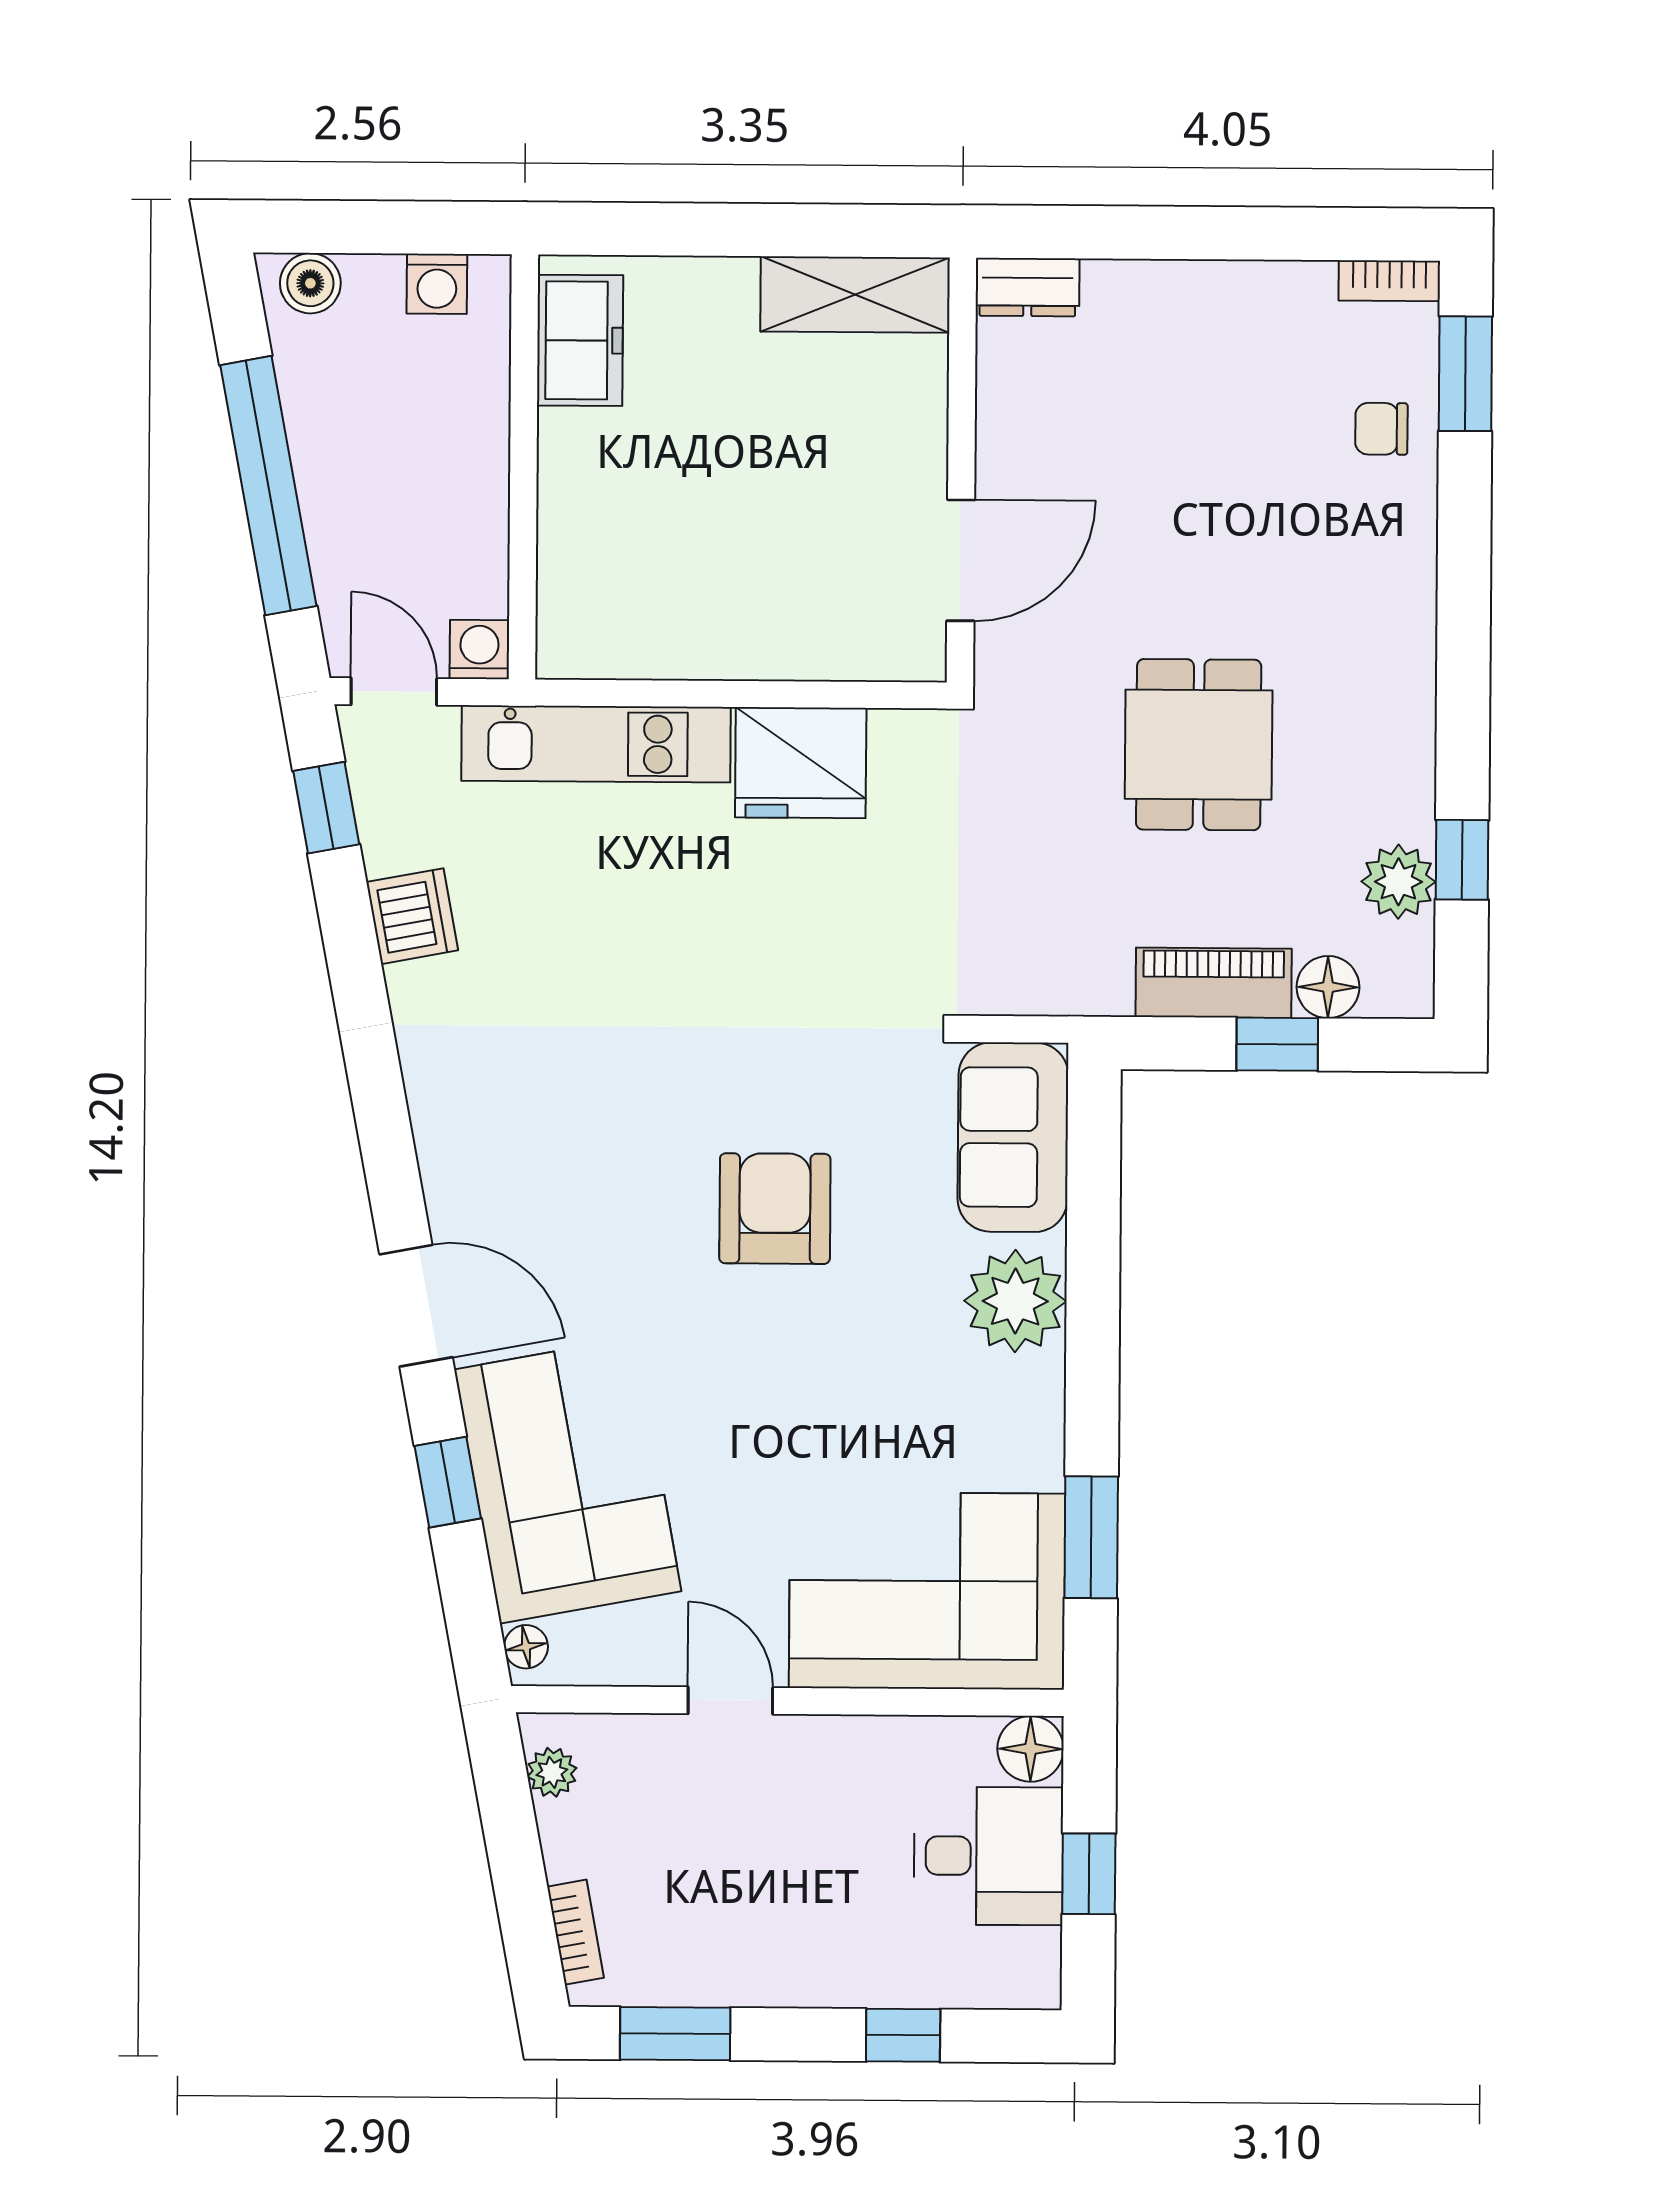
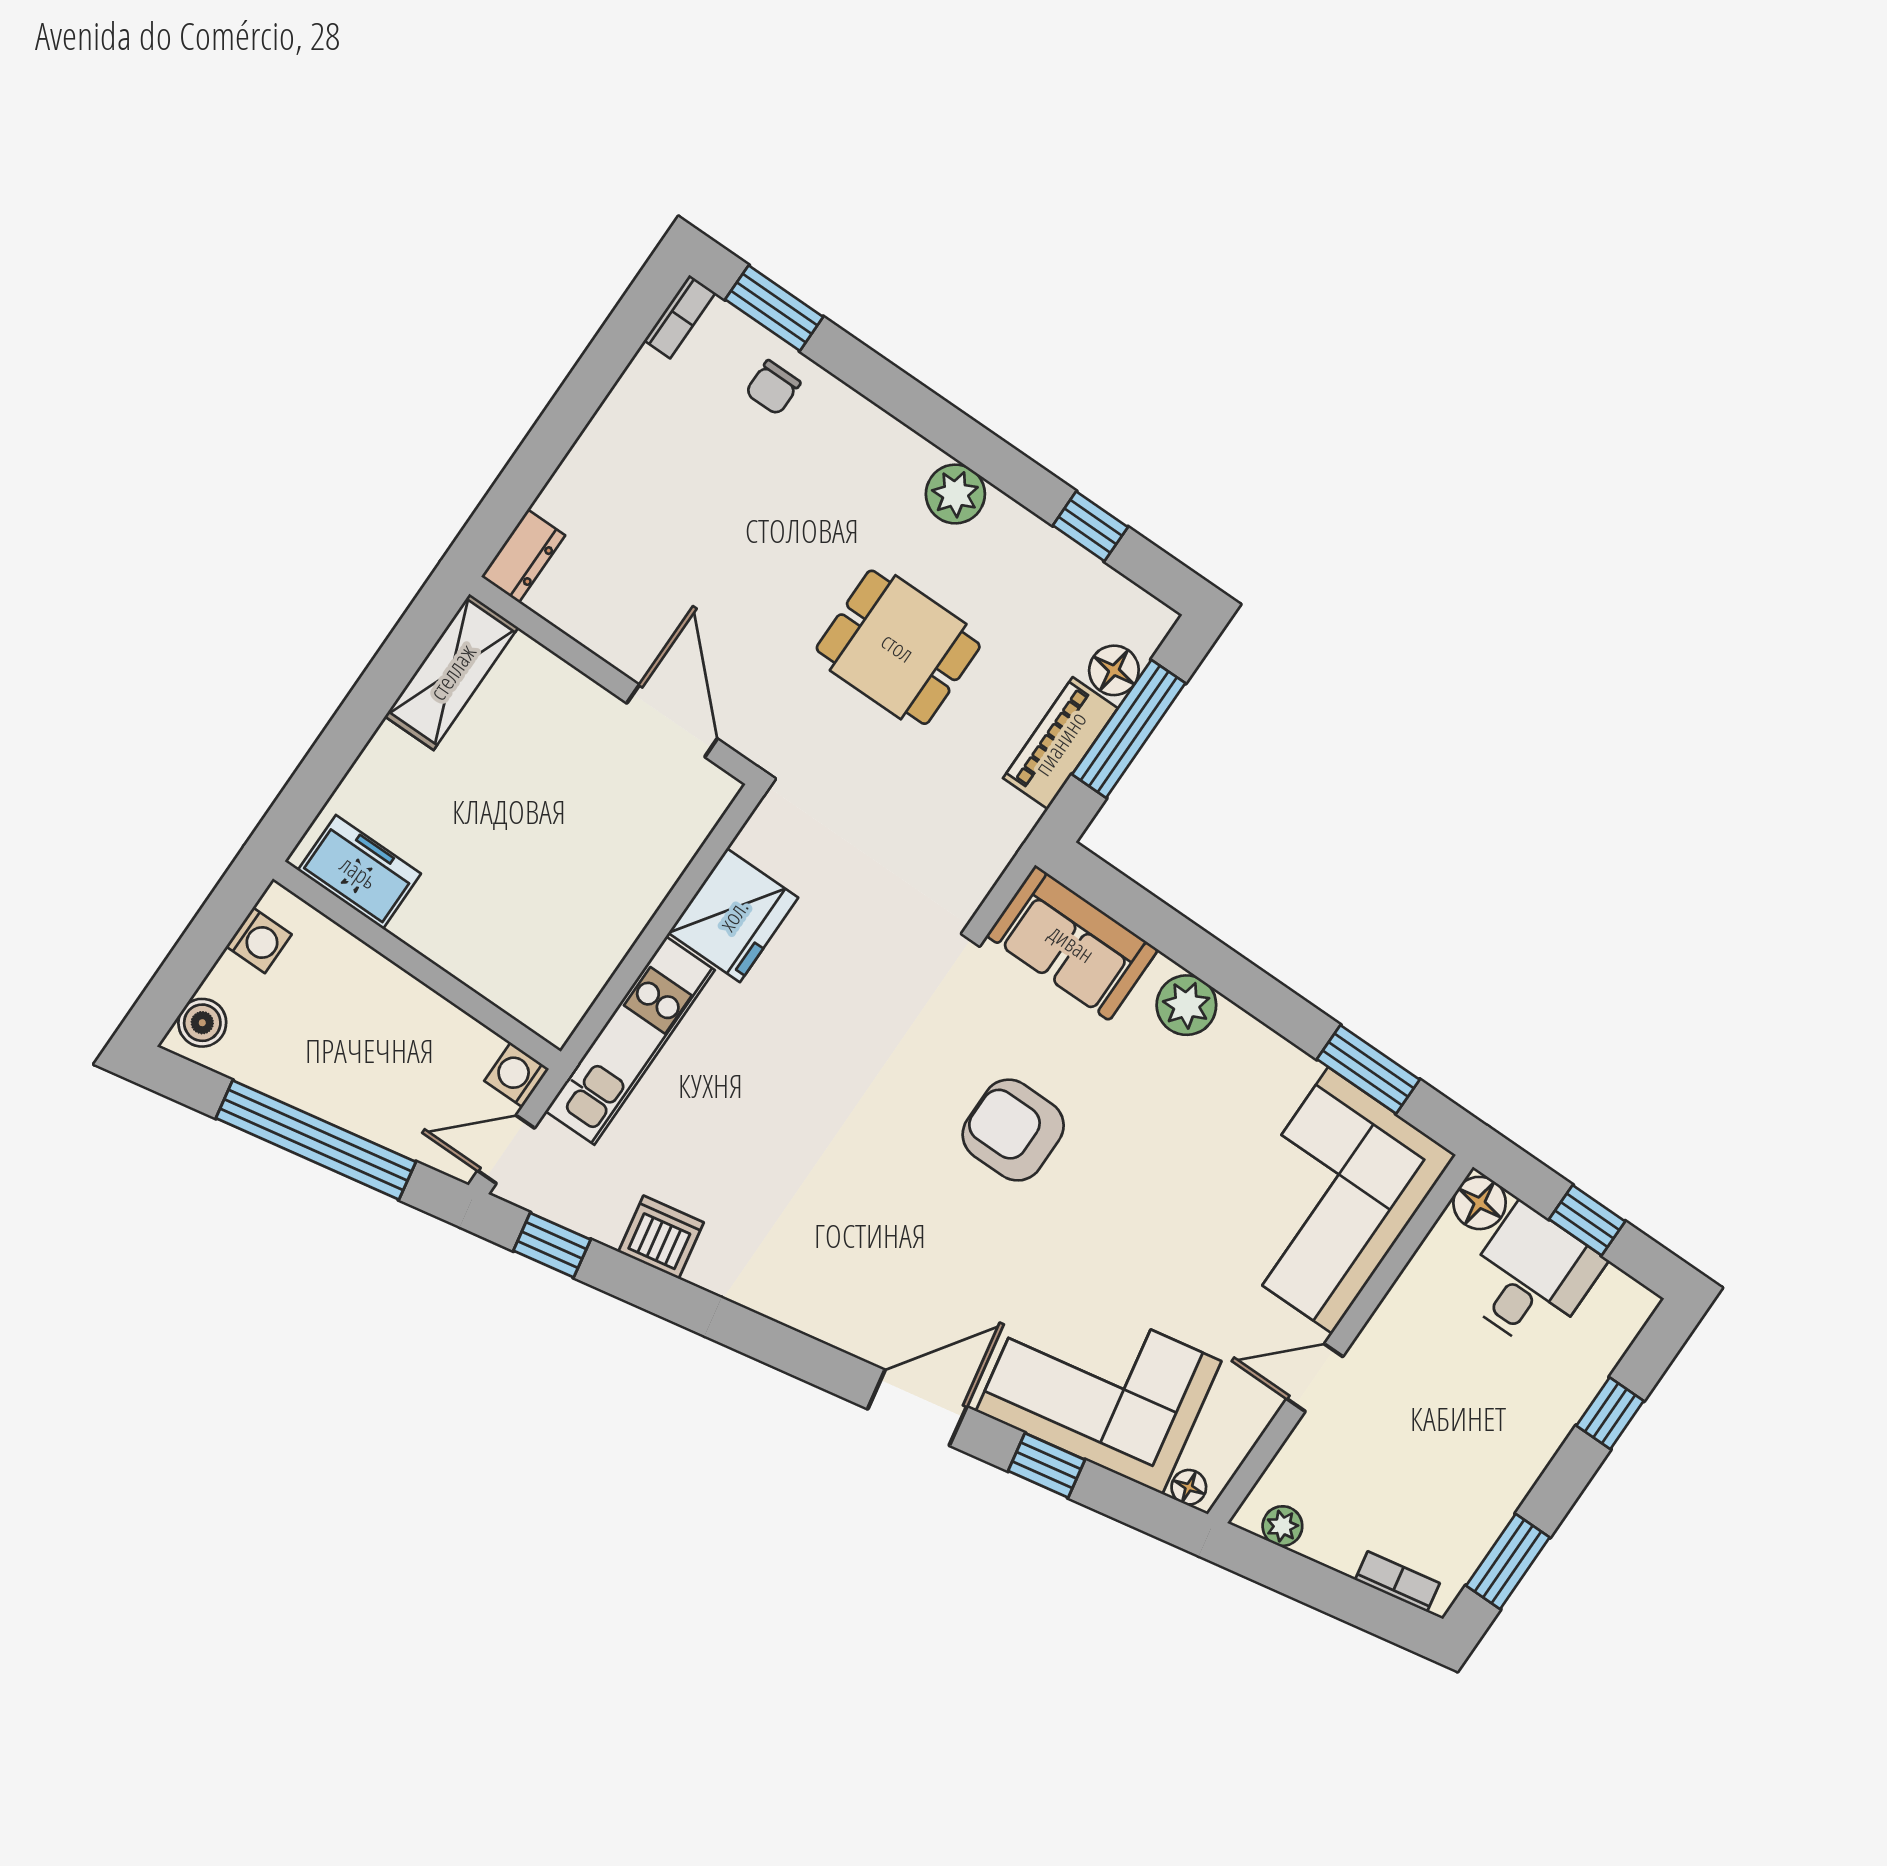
plant: (1398, 882) -> (955, 494), moved
window: (1277, 1044) -> (1129, 729), width x2.17
plant: (1015, 1301) -> (1186, 1005), width x0.73, depth x0.73

